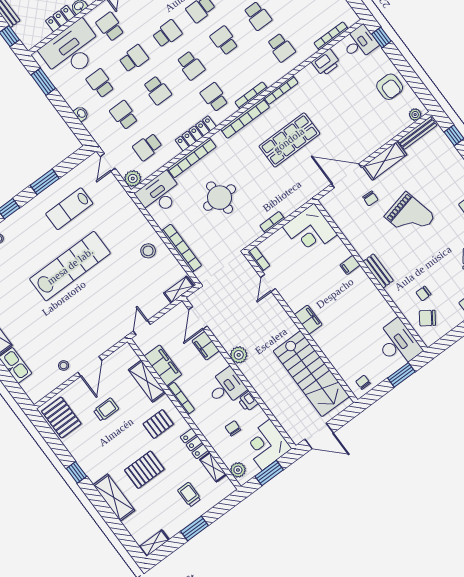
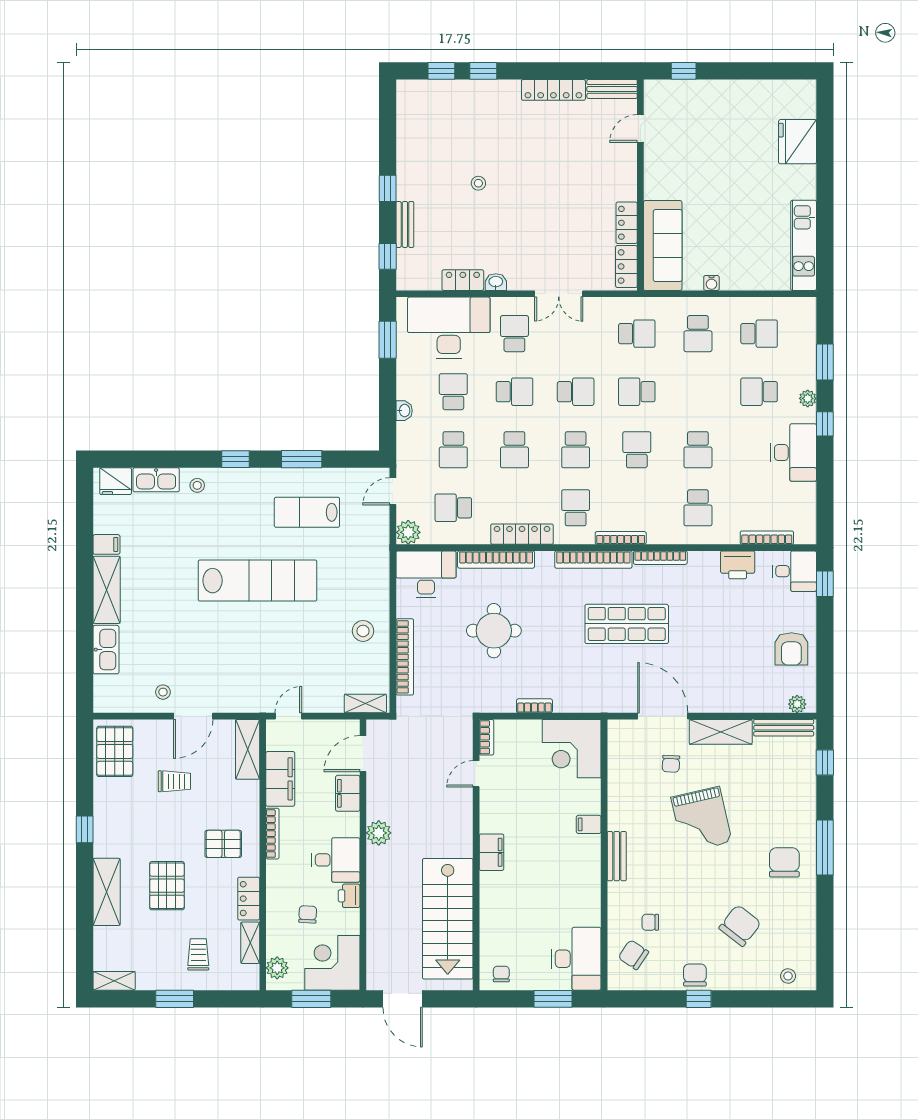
school desk: (124, 115) -> (453, 450), turned 180
shelving: (147, 381) -> (248, 749), moved
pallet: (144, 470) -> (167, 886), turned 90

